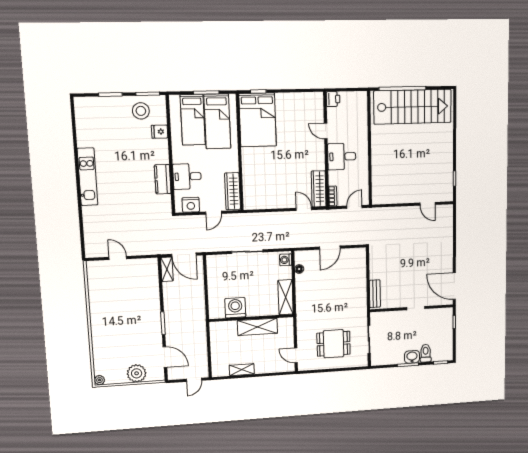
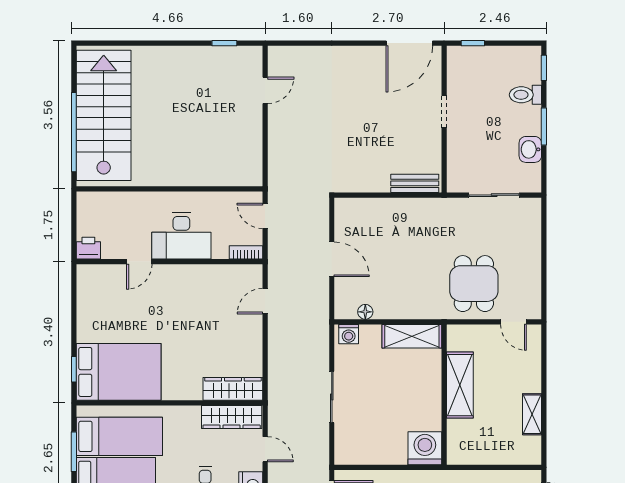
desk: (342, 157) -> (181, 236), width x1.37
wardrobe: (319, 189) -> (233, 389), moved, turned 180
washing machine: (235, 308) -> (425, 448), moved, turned 90
dining table: (334, 344) -> (474, 284), moved
door: (296, 355) -> (513, 322), hinge flipped
washbasin: (412, 357) -> (530, 149), moved

